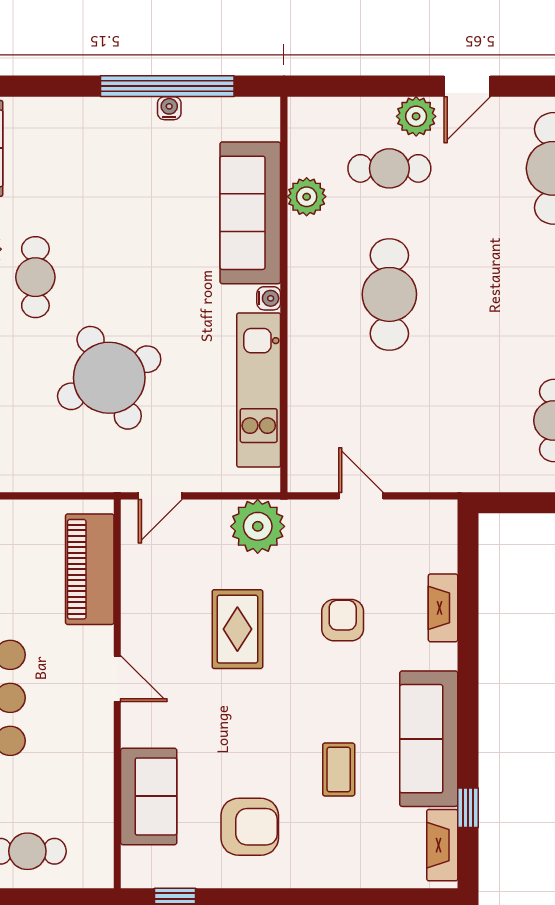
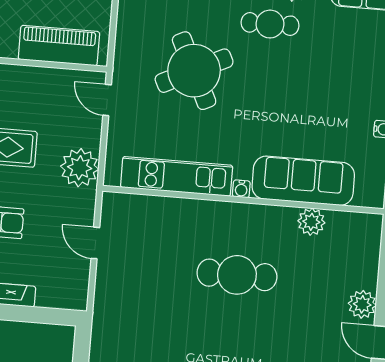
cafe table: (389, 168) -> (327, 282), removed
door: (361, 496) -> (95, 243), swing flipped

